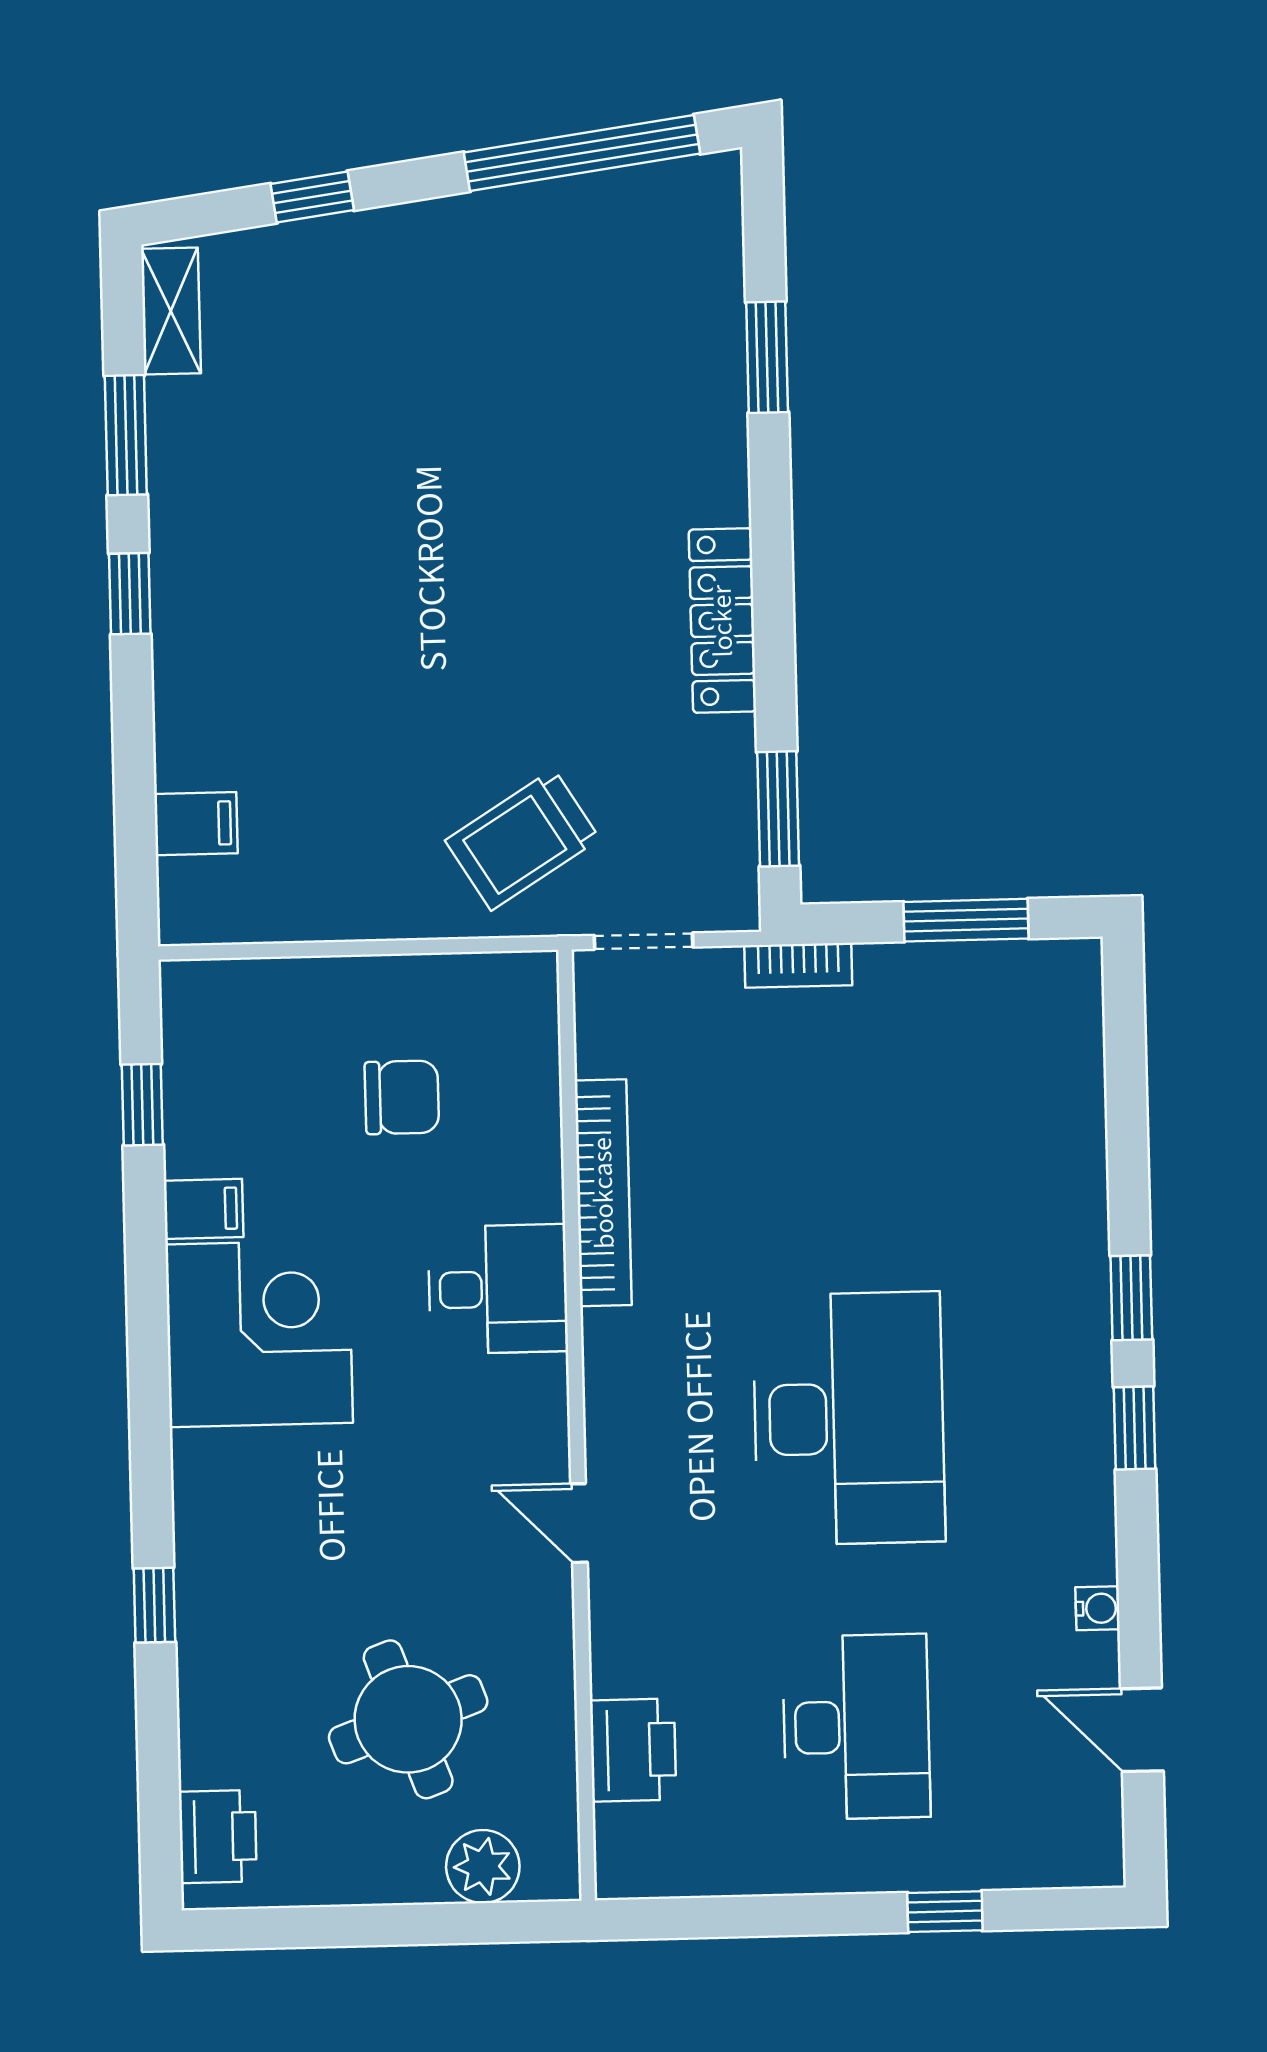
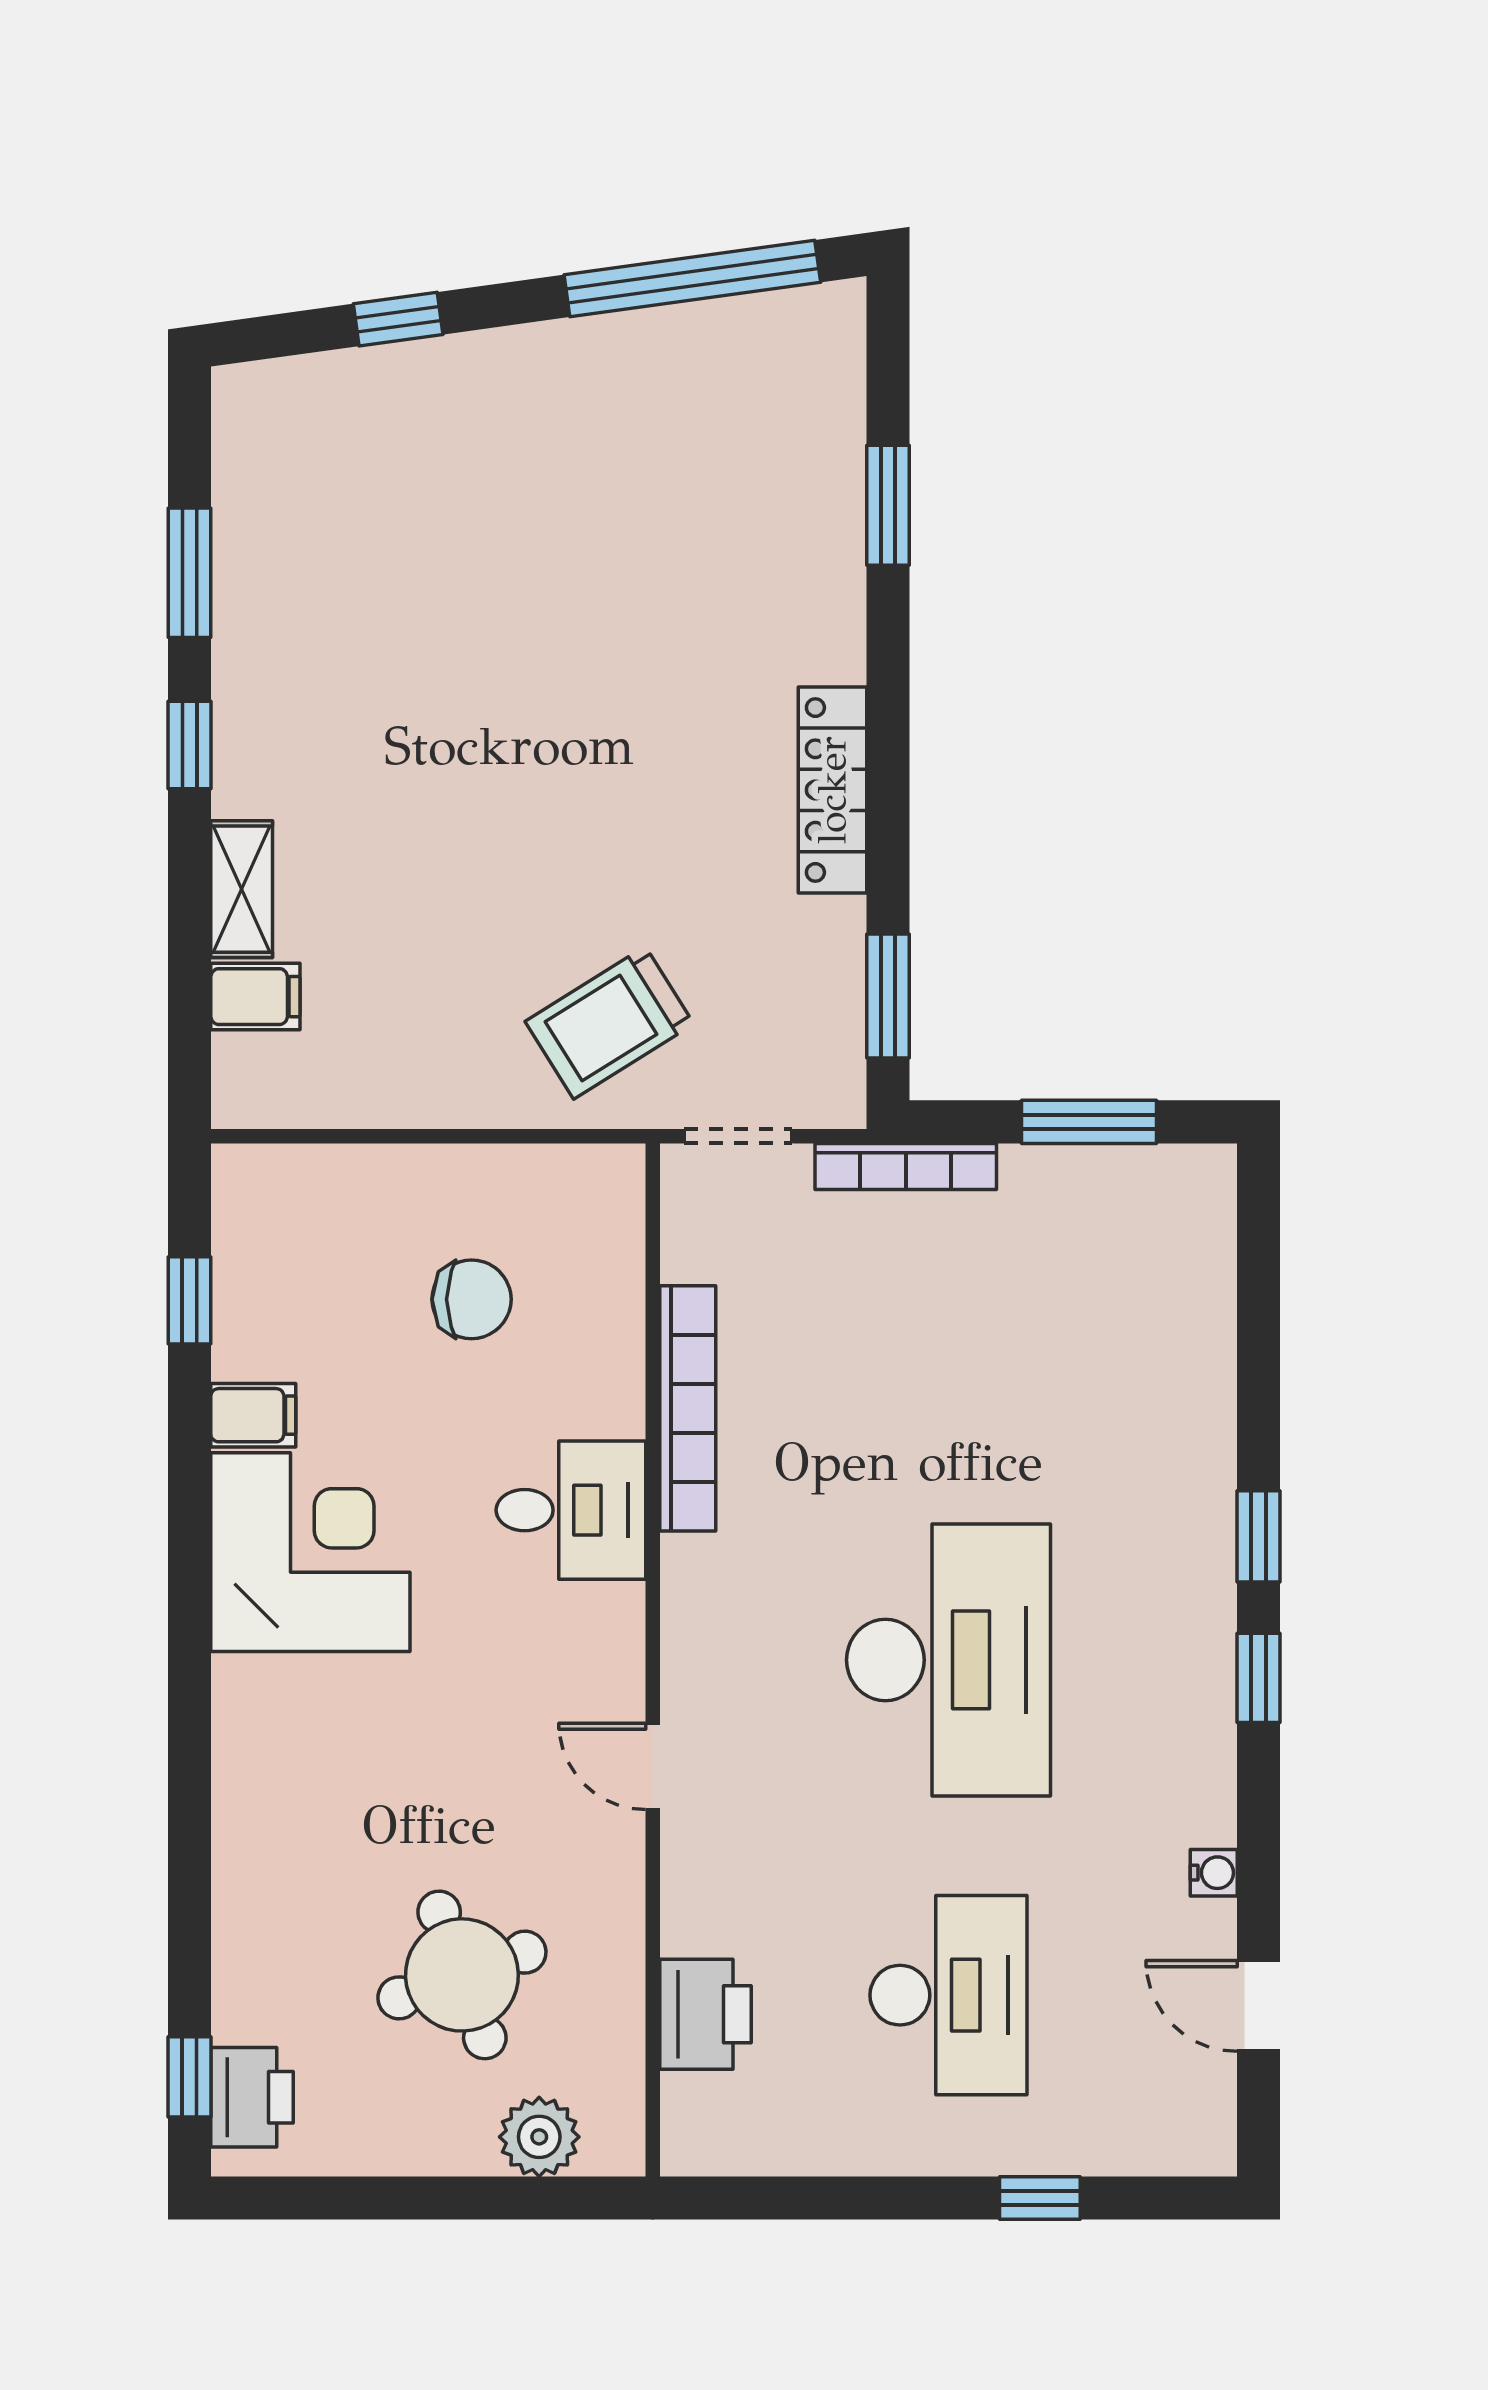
shelving: (171, 311) -> (242, 889), moved
bookcase: (798, 965) -> (906, 1166), width x1.56
window: (154, 1605) -> (189, 2077), moved

